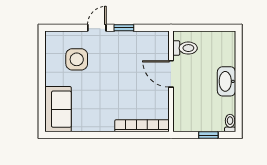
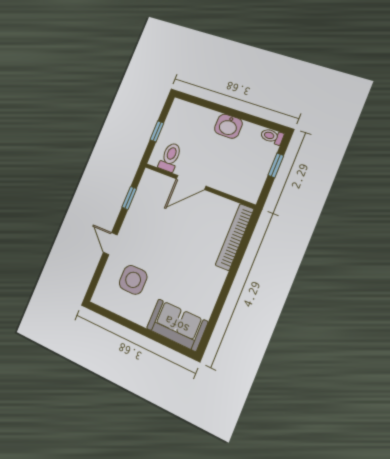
window: (124, 28) -> (129, 198), moved
window: (202, 28) -> (157, 131), added
washbasin: (226, 81) -> (228, 126), width x0.72

